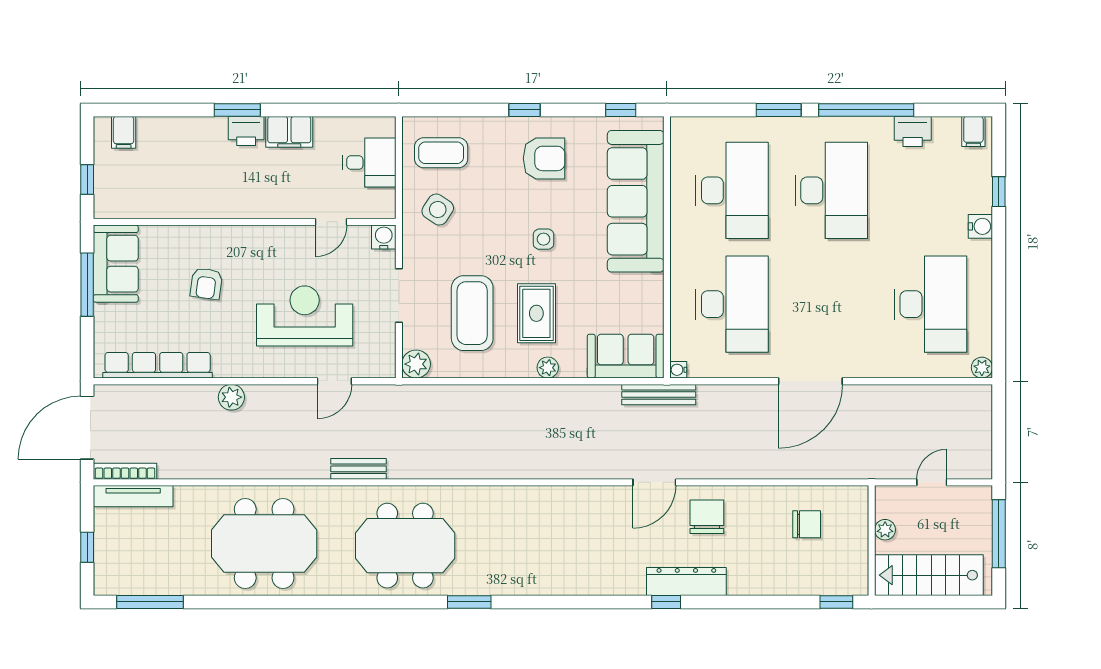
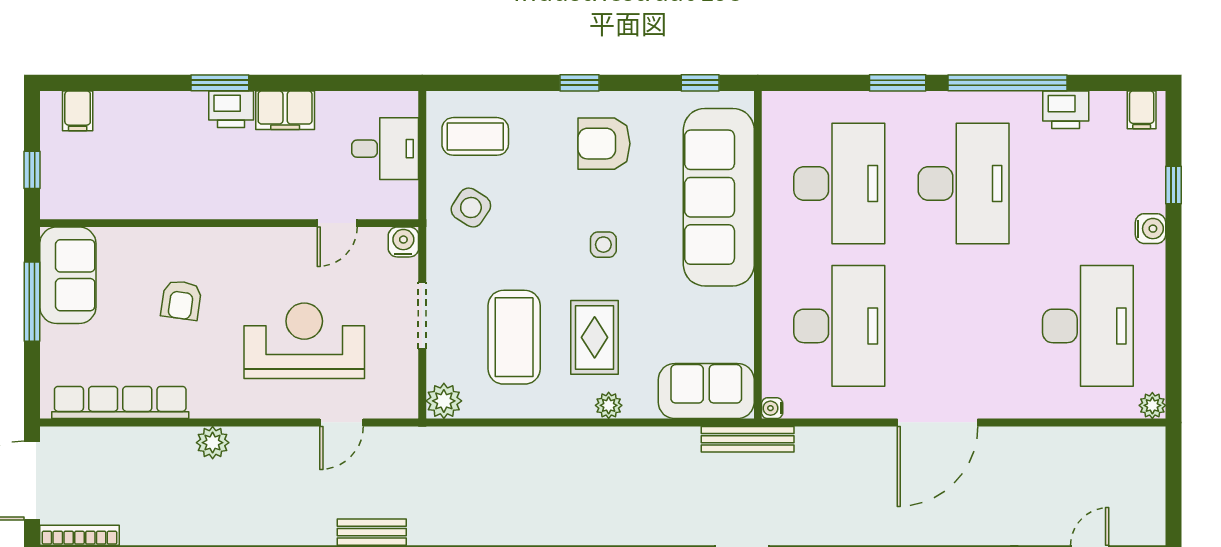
armchair: (544, 158) -> (604, 144), turned 180

